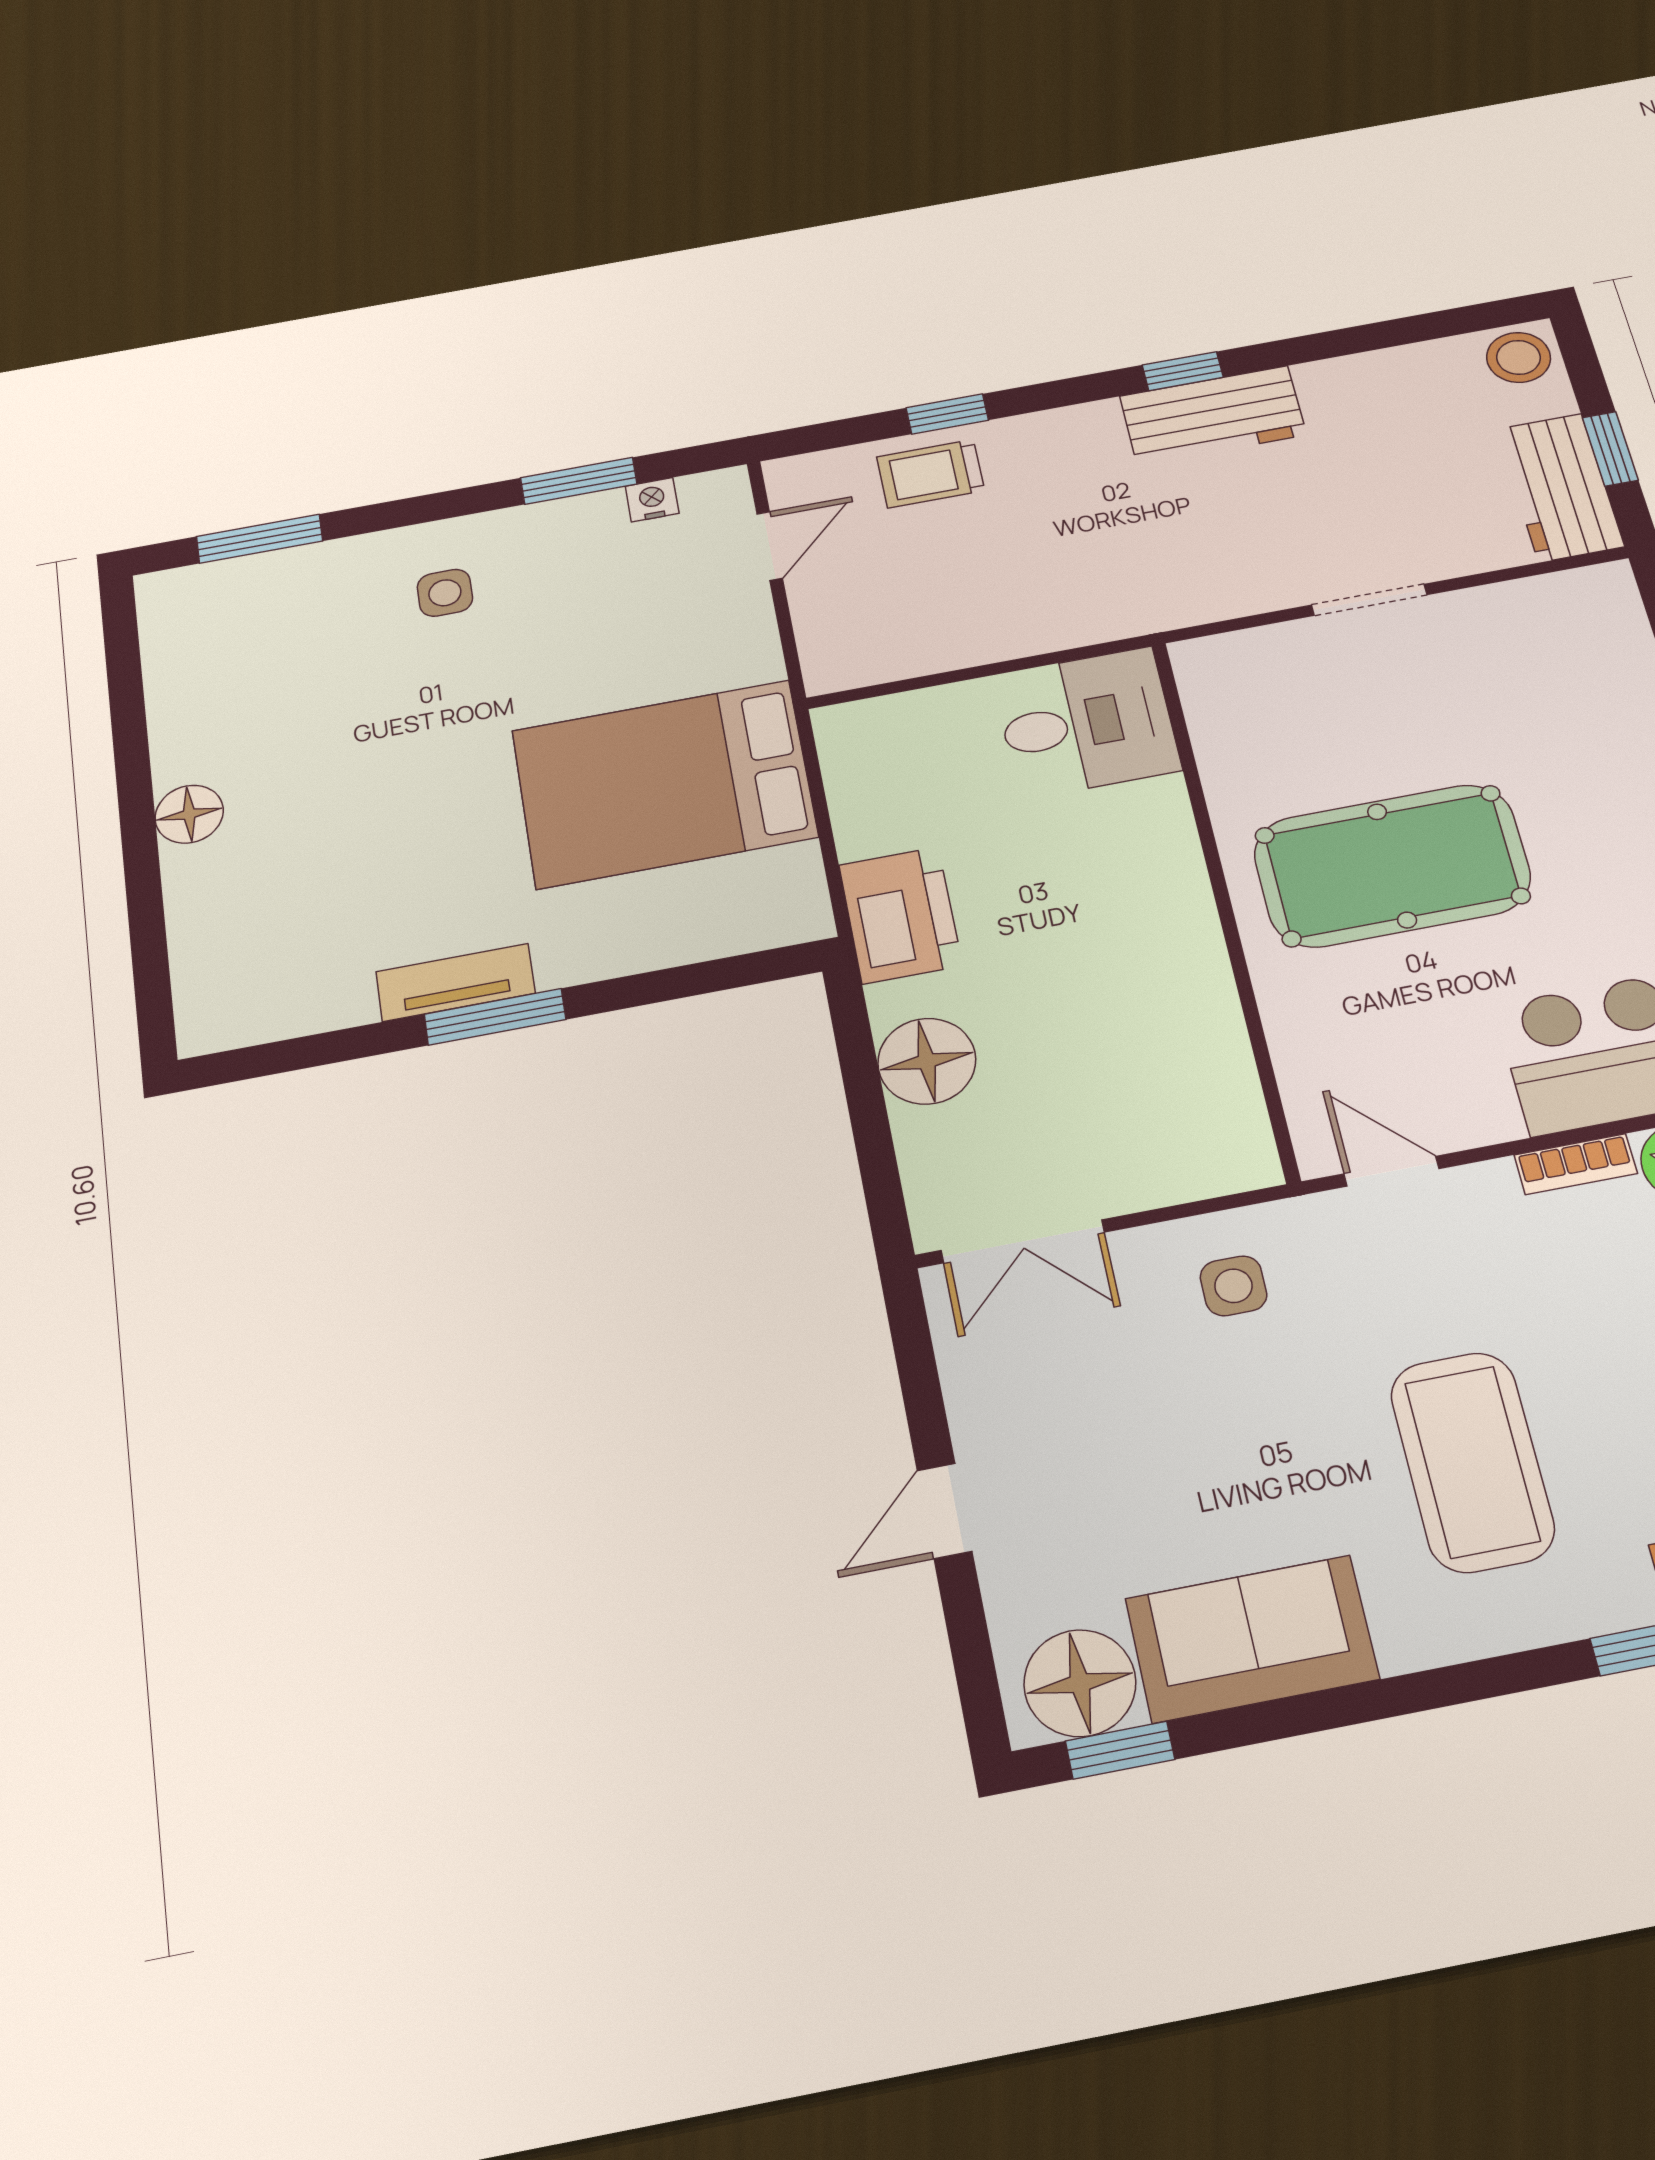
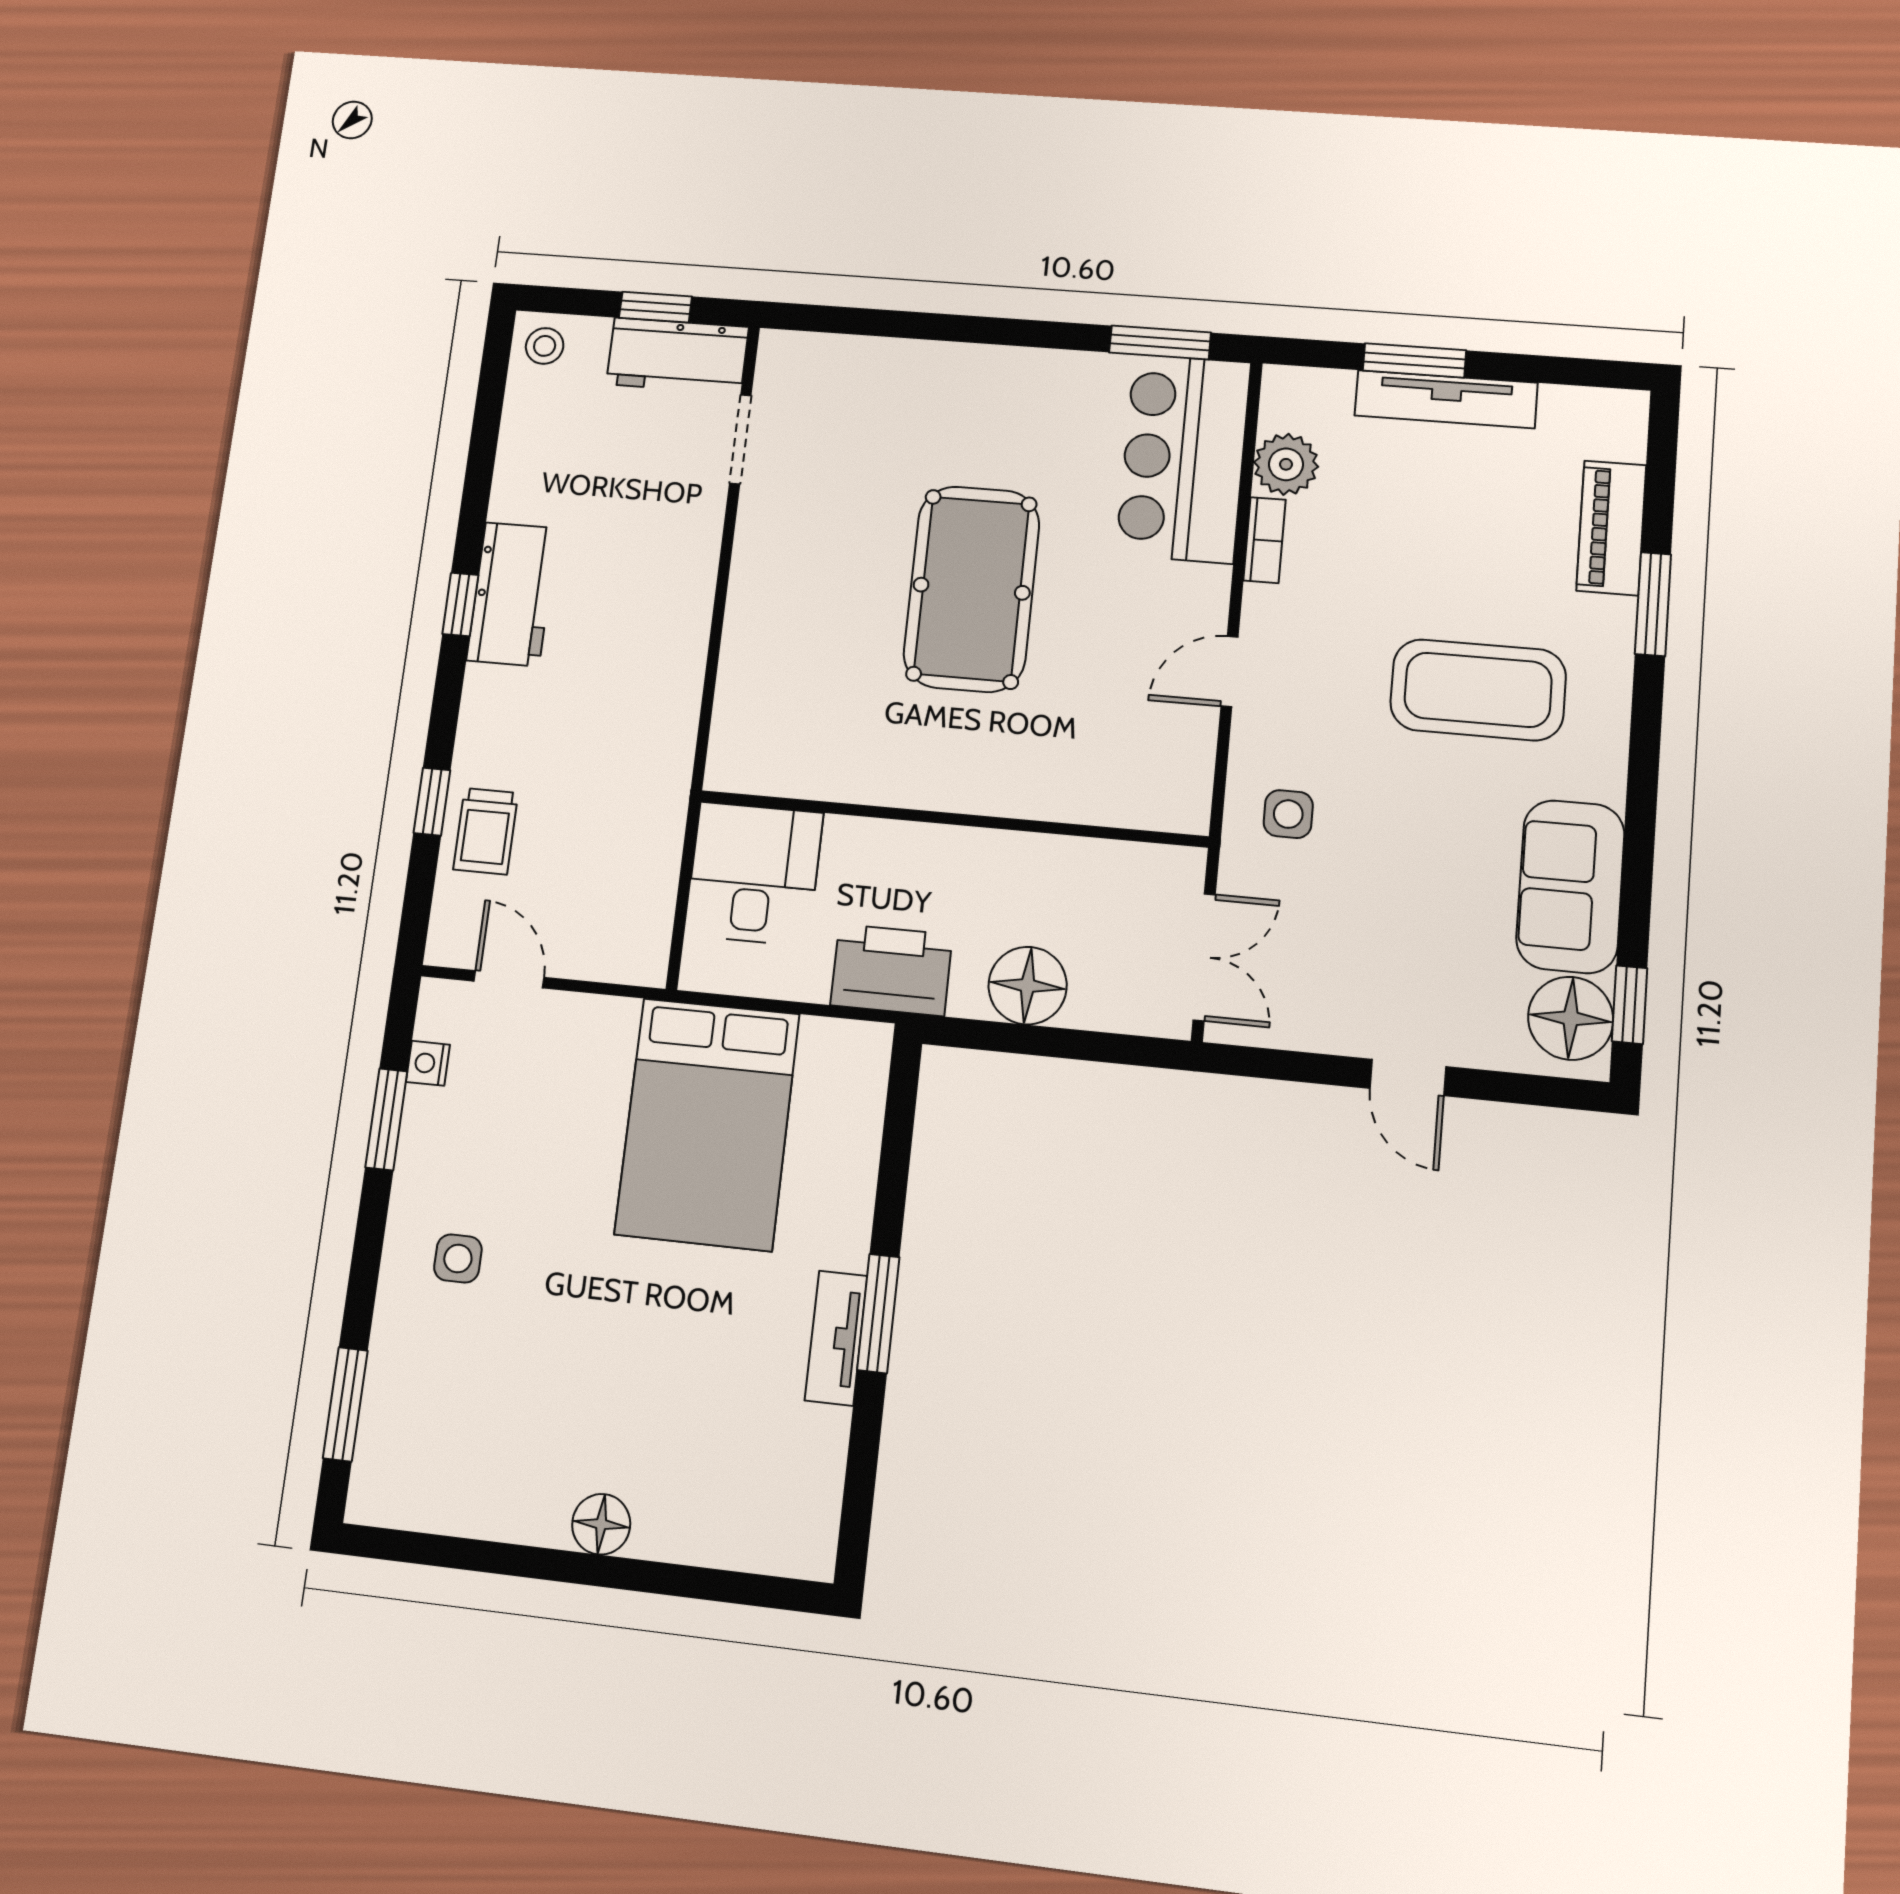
stool: (1519, 357) -> (545, 346), width x0.73, depth x0.73
doorway: (1369, 600) -> (740, 439), moved
desk: (1086, 723) -> (754, 874), moved
wall: (1224, 903) -> (952, 819), moved

